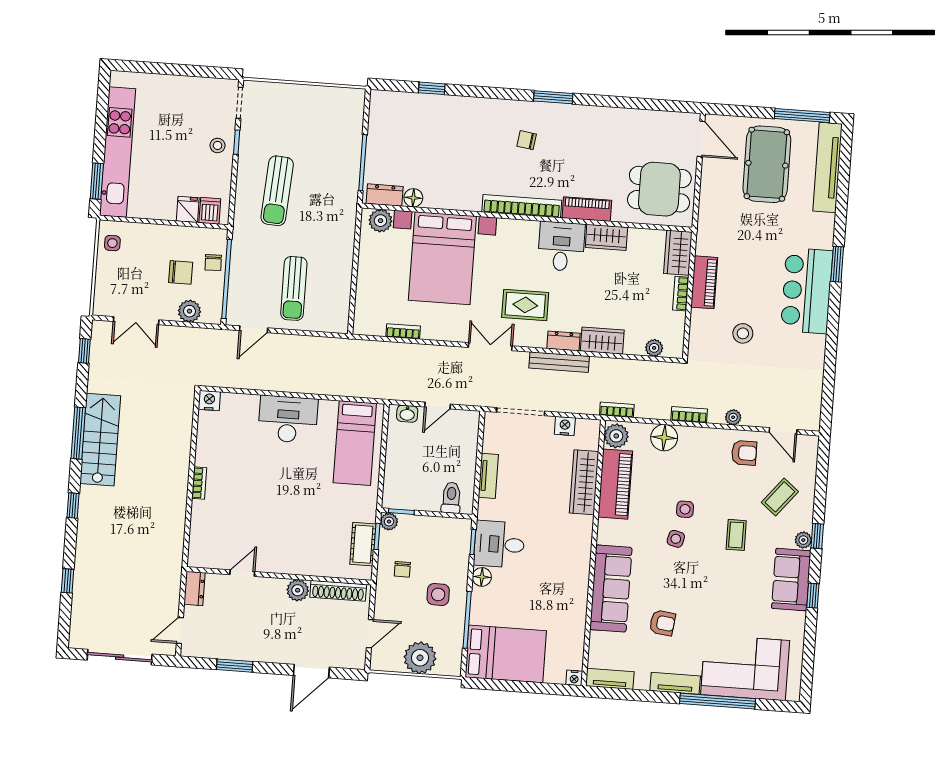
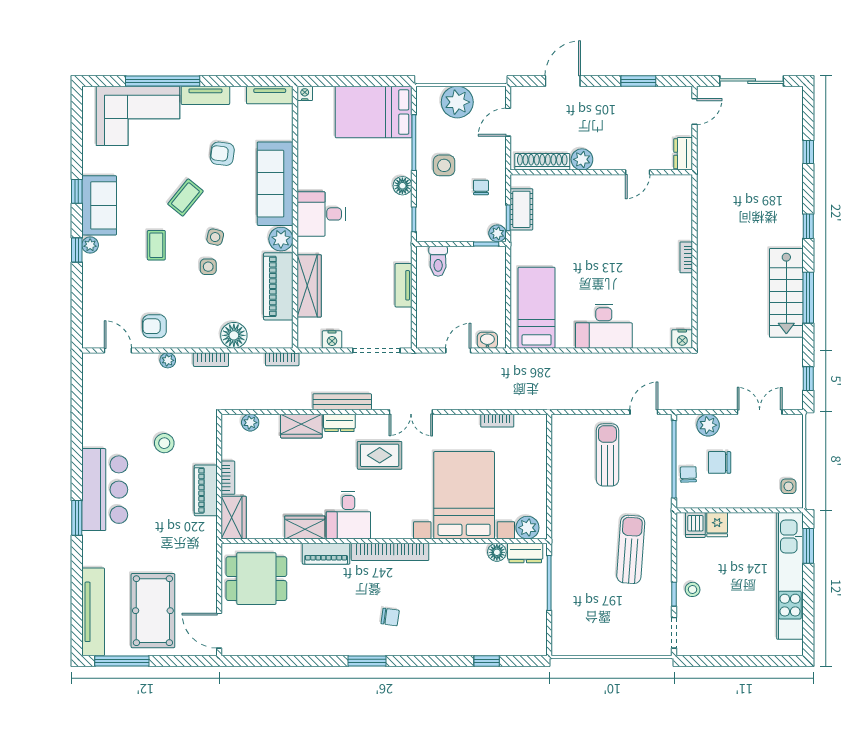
plant: (616, 436) -> (281, 239), moved
coffee table: (780, 497) -> (185, 198), moved
desk: (499, 544) -> (321, 214), moved, turned 180

